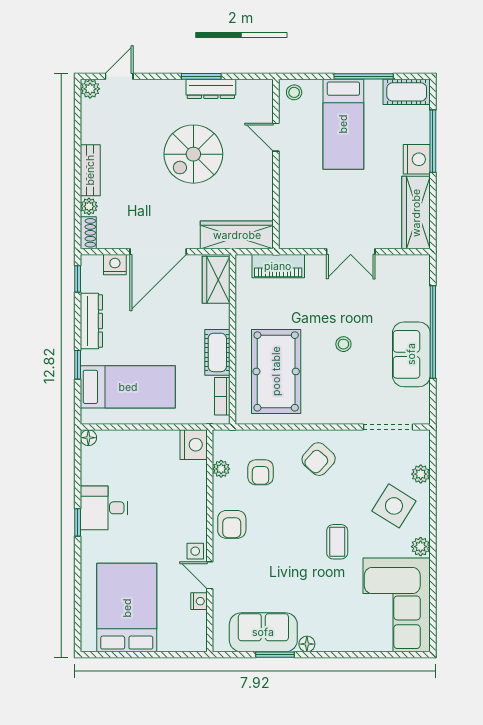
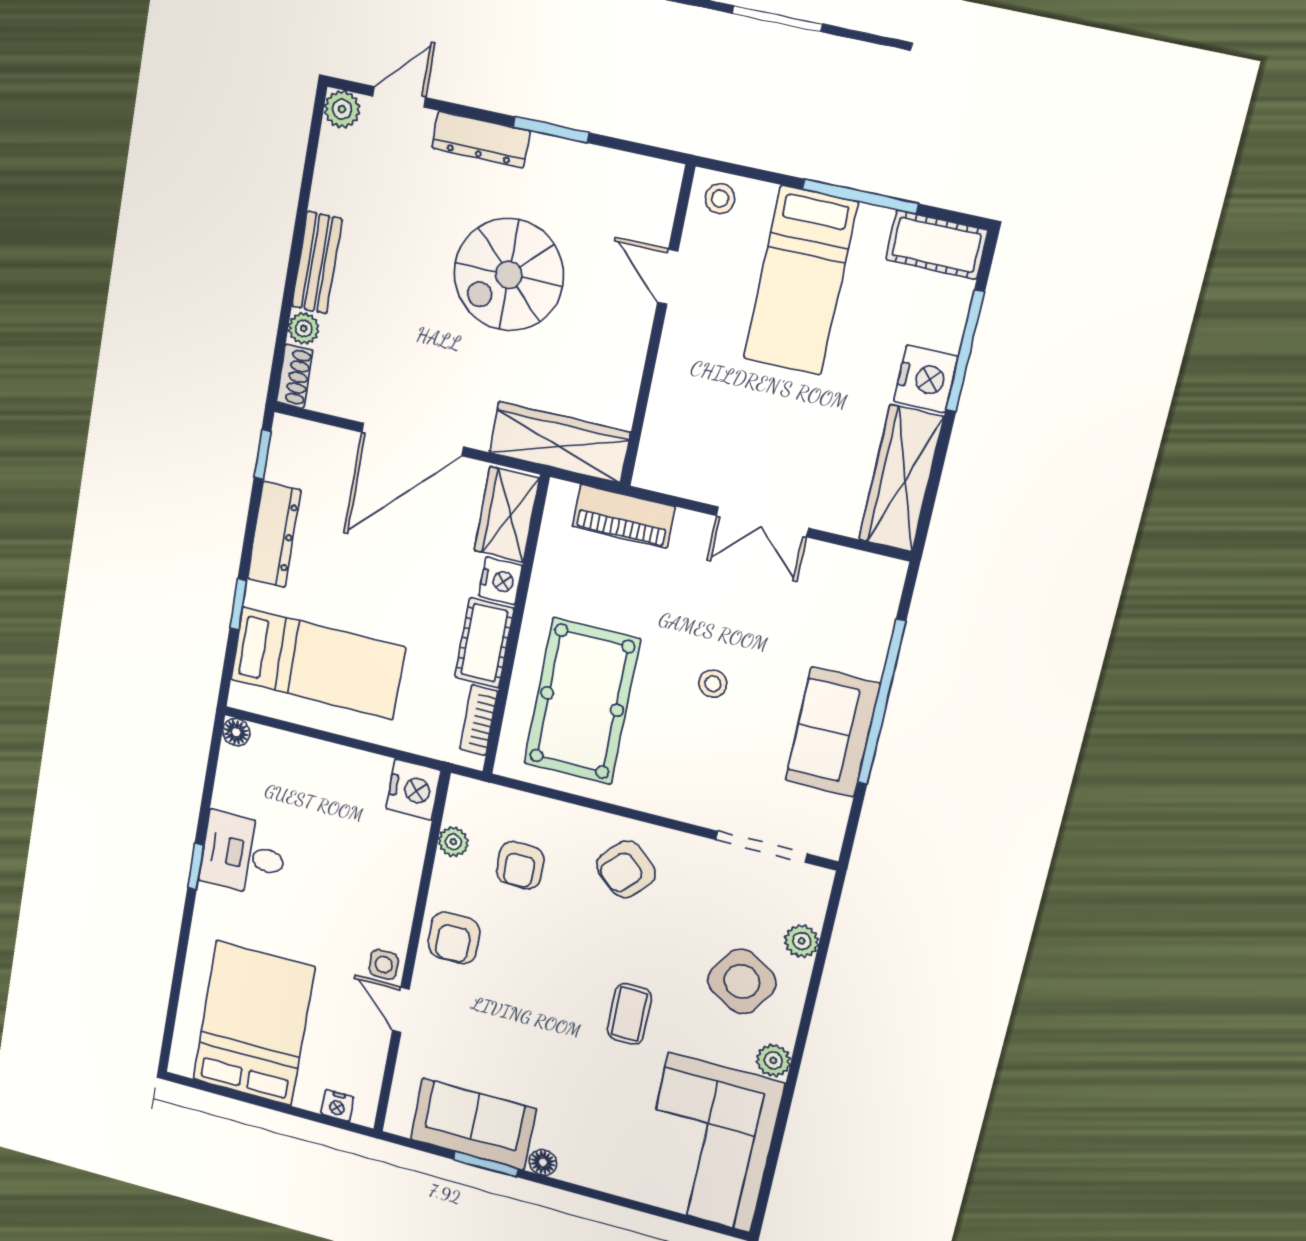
dresser: (211, 89) -> (481, 139), moved
nightstand: (115, 265) -> (500, 581), moved, turned 90
nightstand: (199, 601) -> (337, 1106), moved, turned 90

